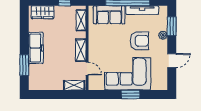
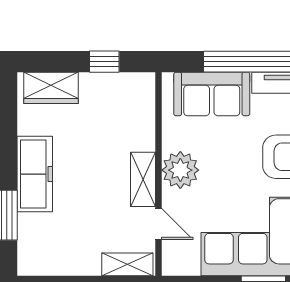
shelving: (81, 20) -> (144, 107), removed
plant: (96, 46) -> (180, 170), added

